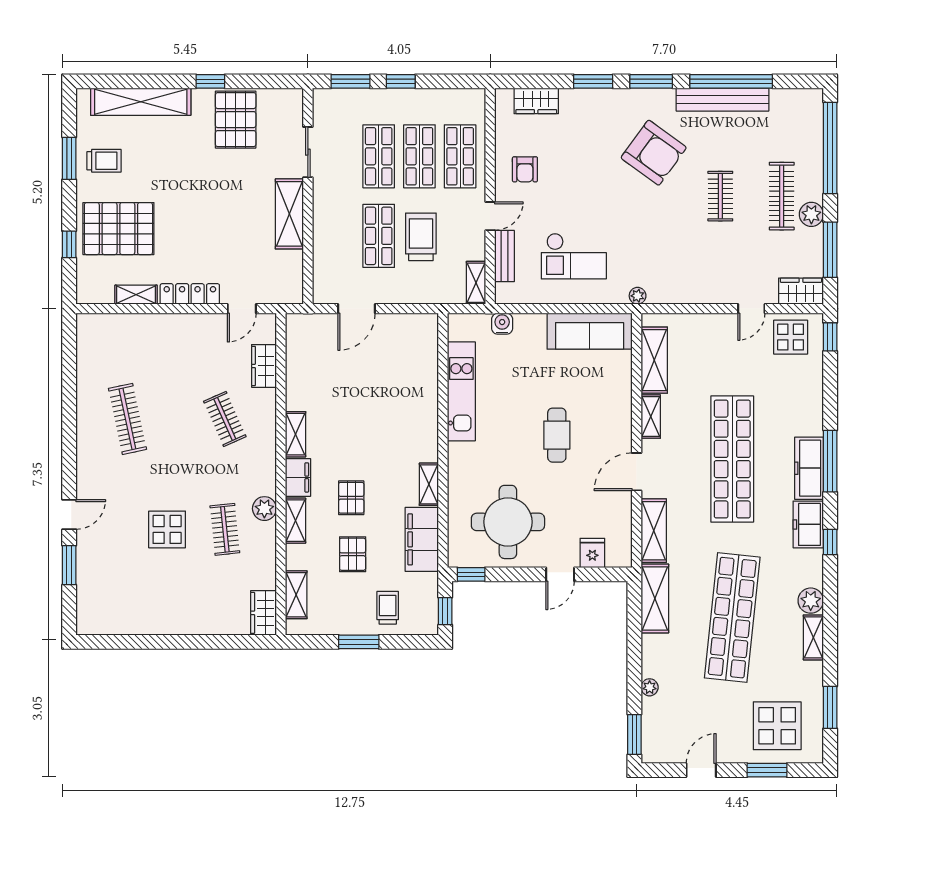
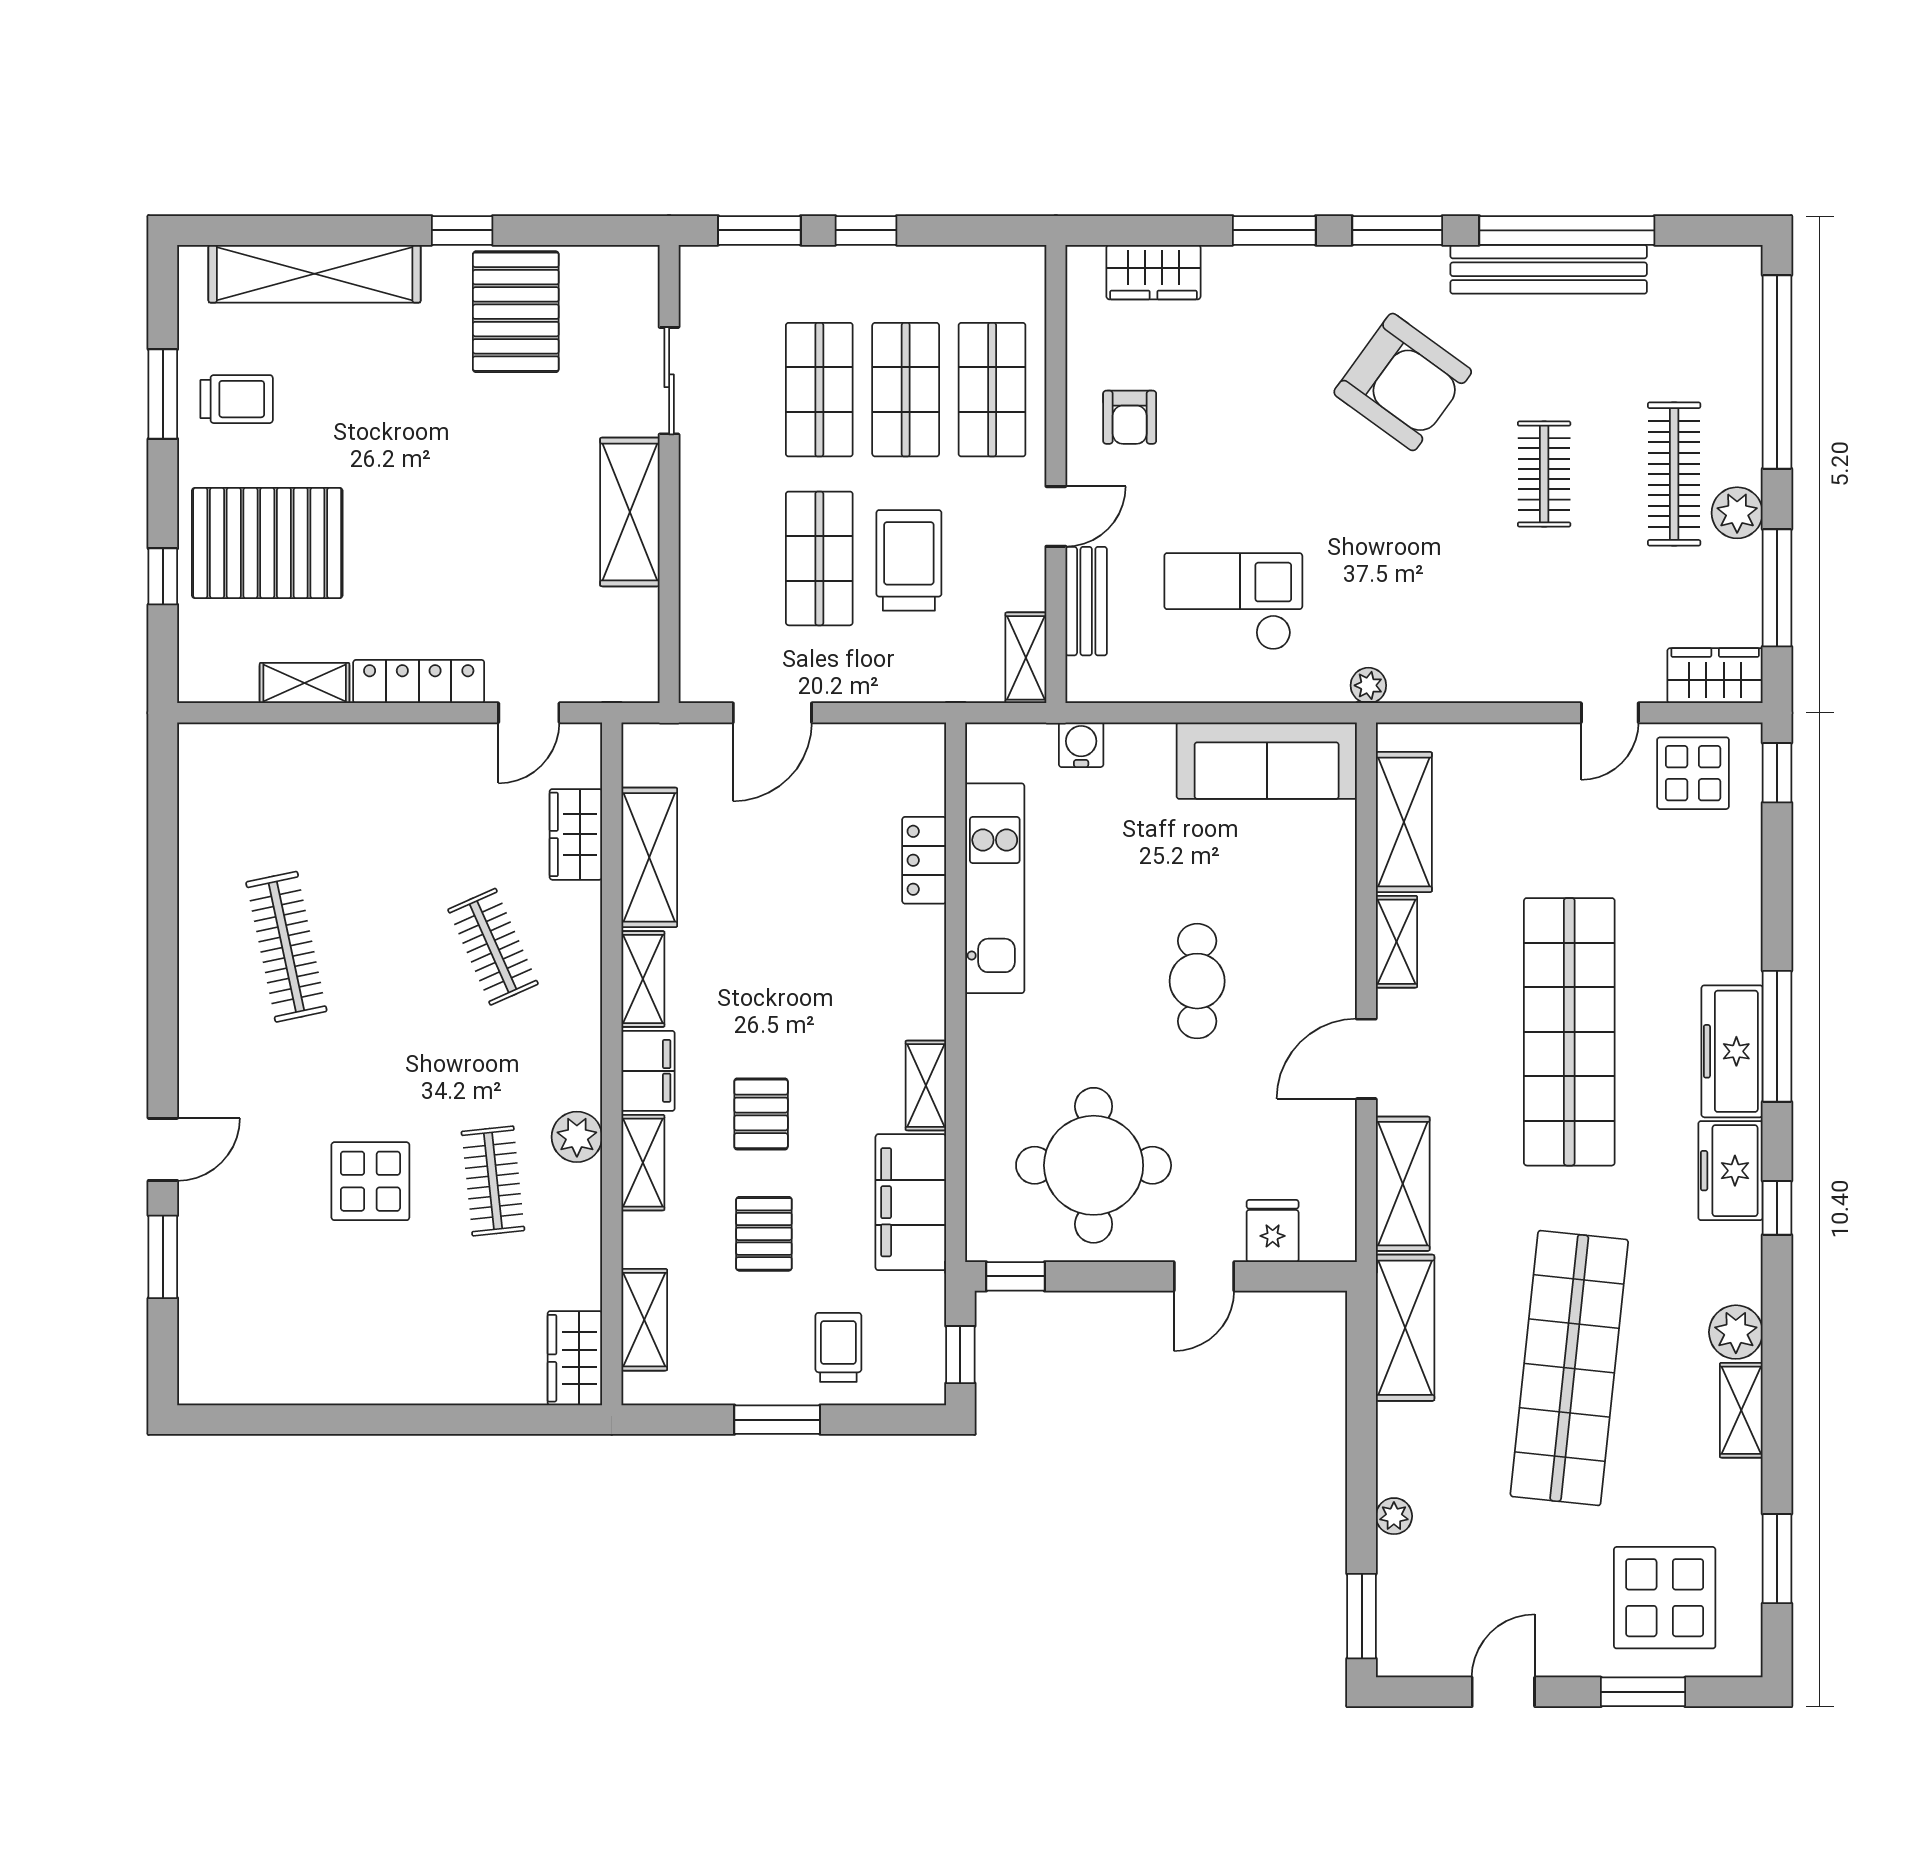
checkout: (574, 256) -> (1233, 601), turned 180
shelving: (299, 377) -> (649, 857), added
locker: (428, 378) -> (924, 860), added

